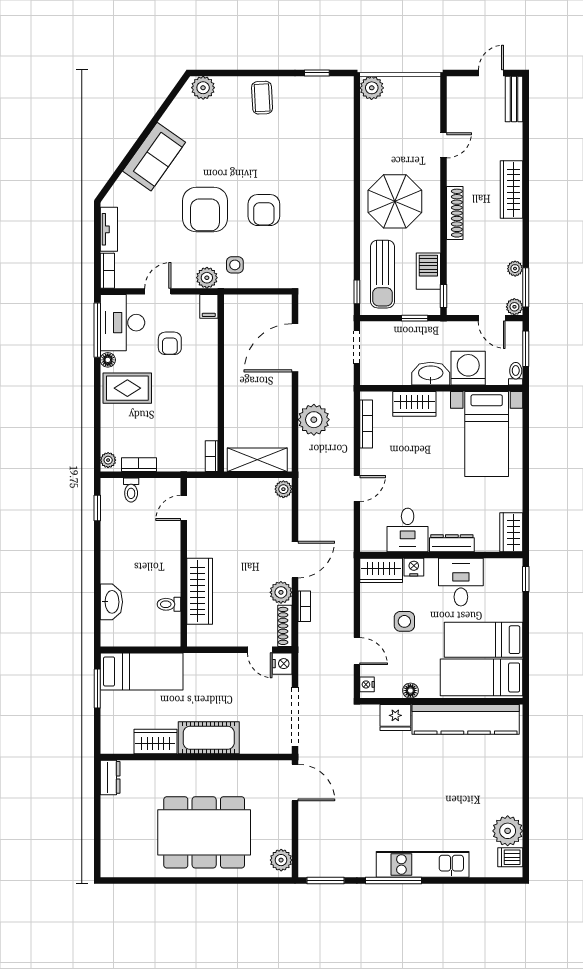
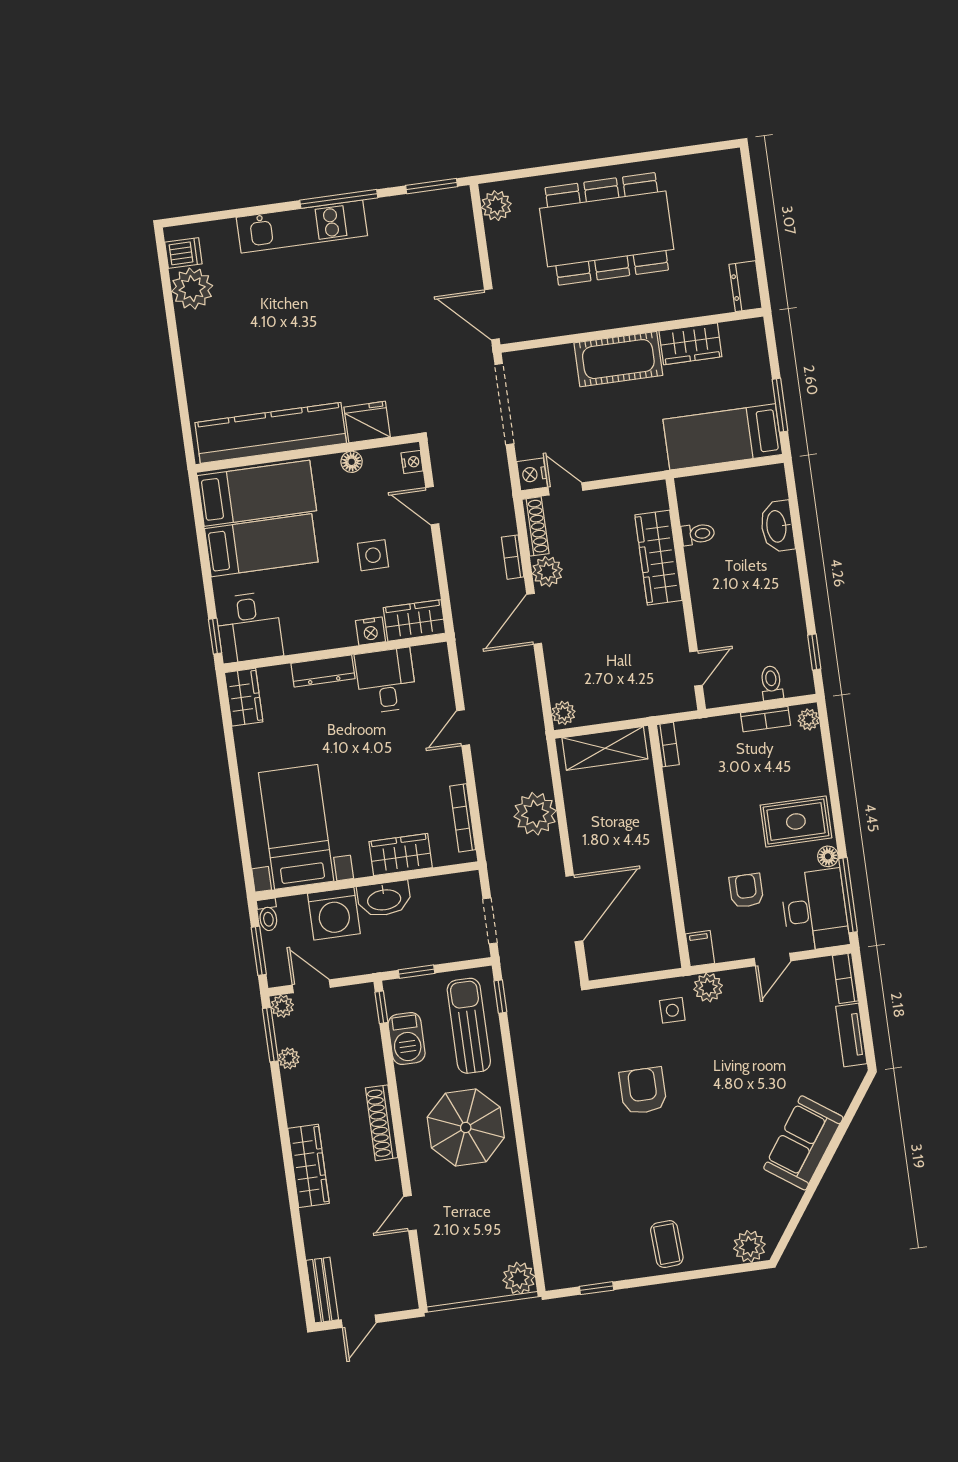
armchair: (205, 210) -> (724, 1080), removed
desk: (461, 582) -> (249, 627), moved

